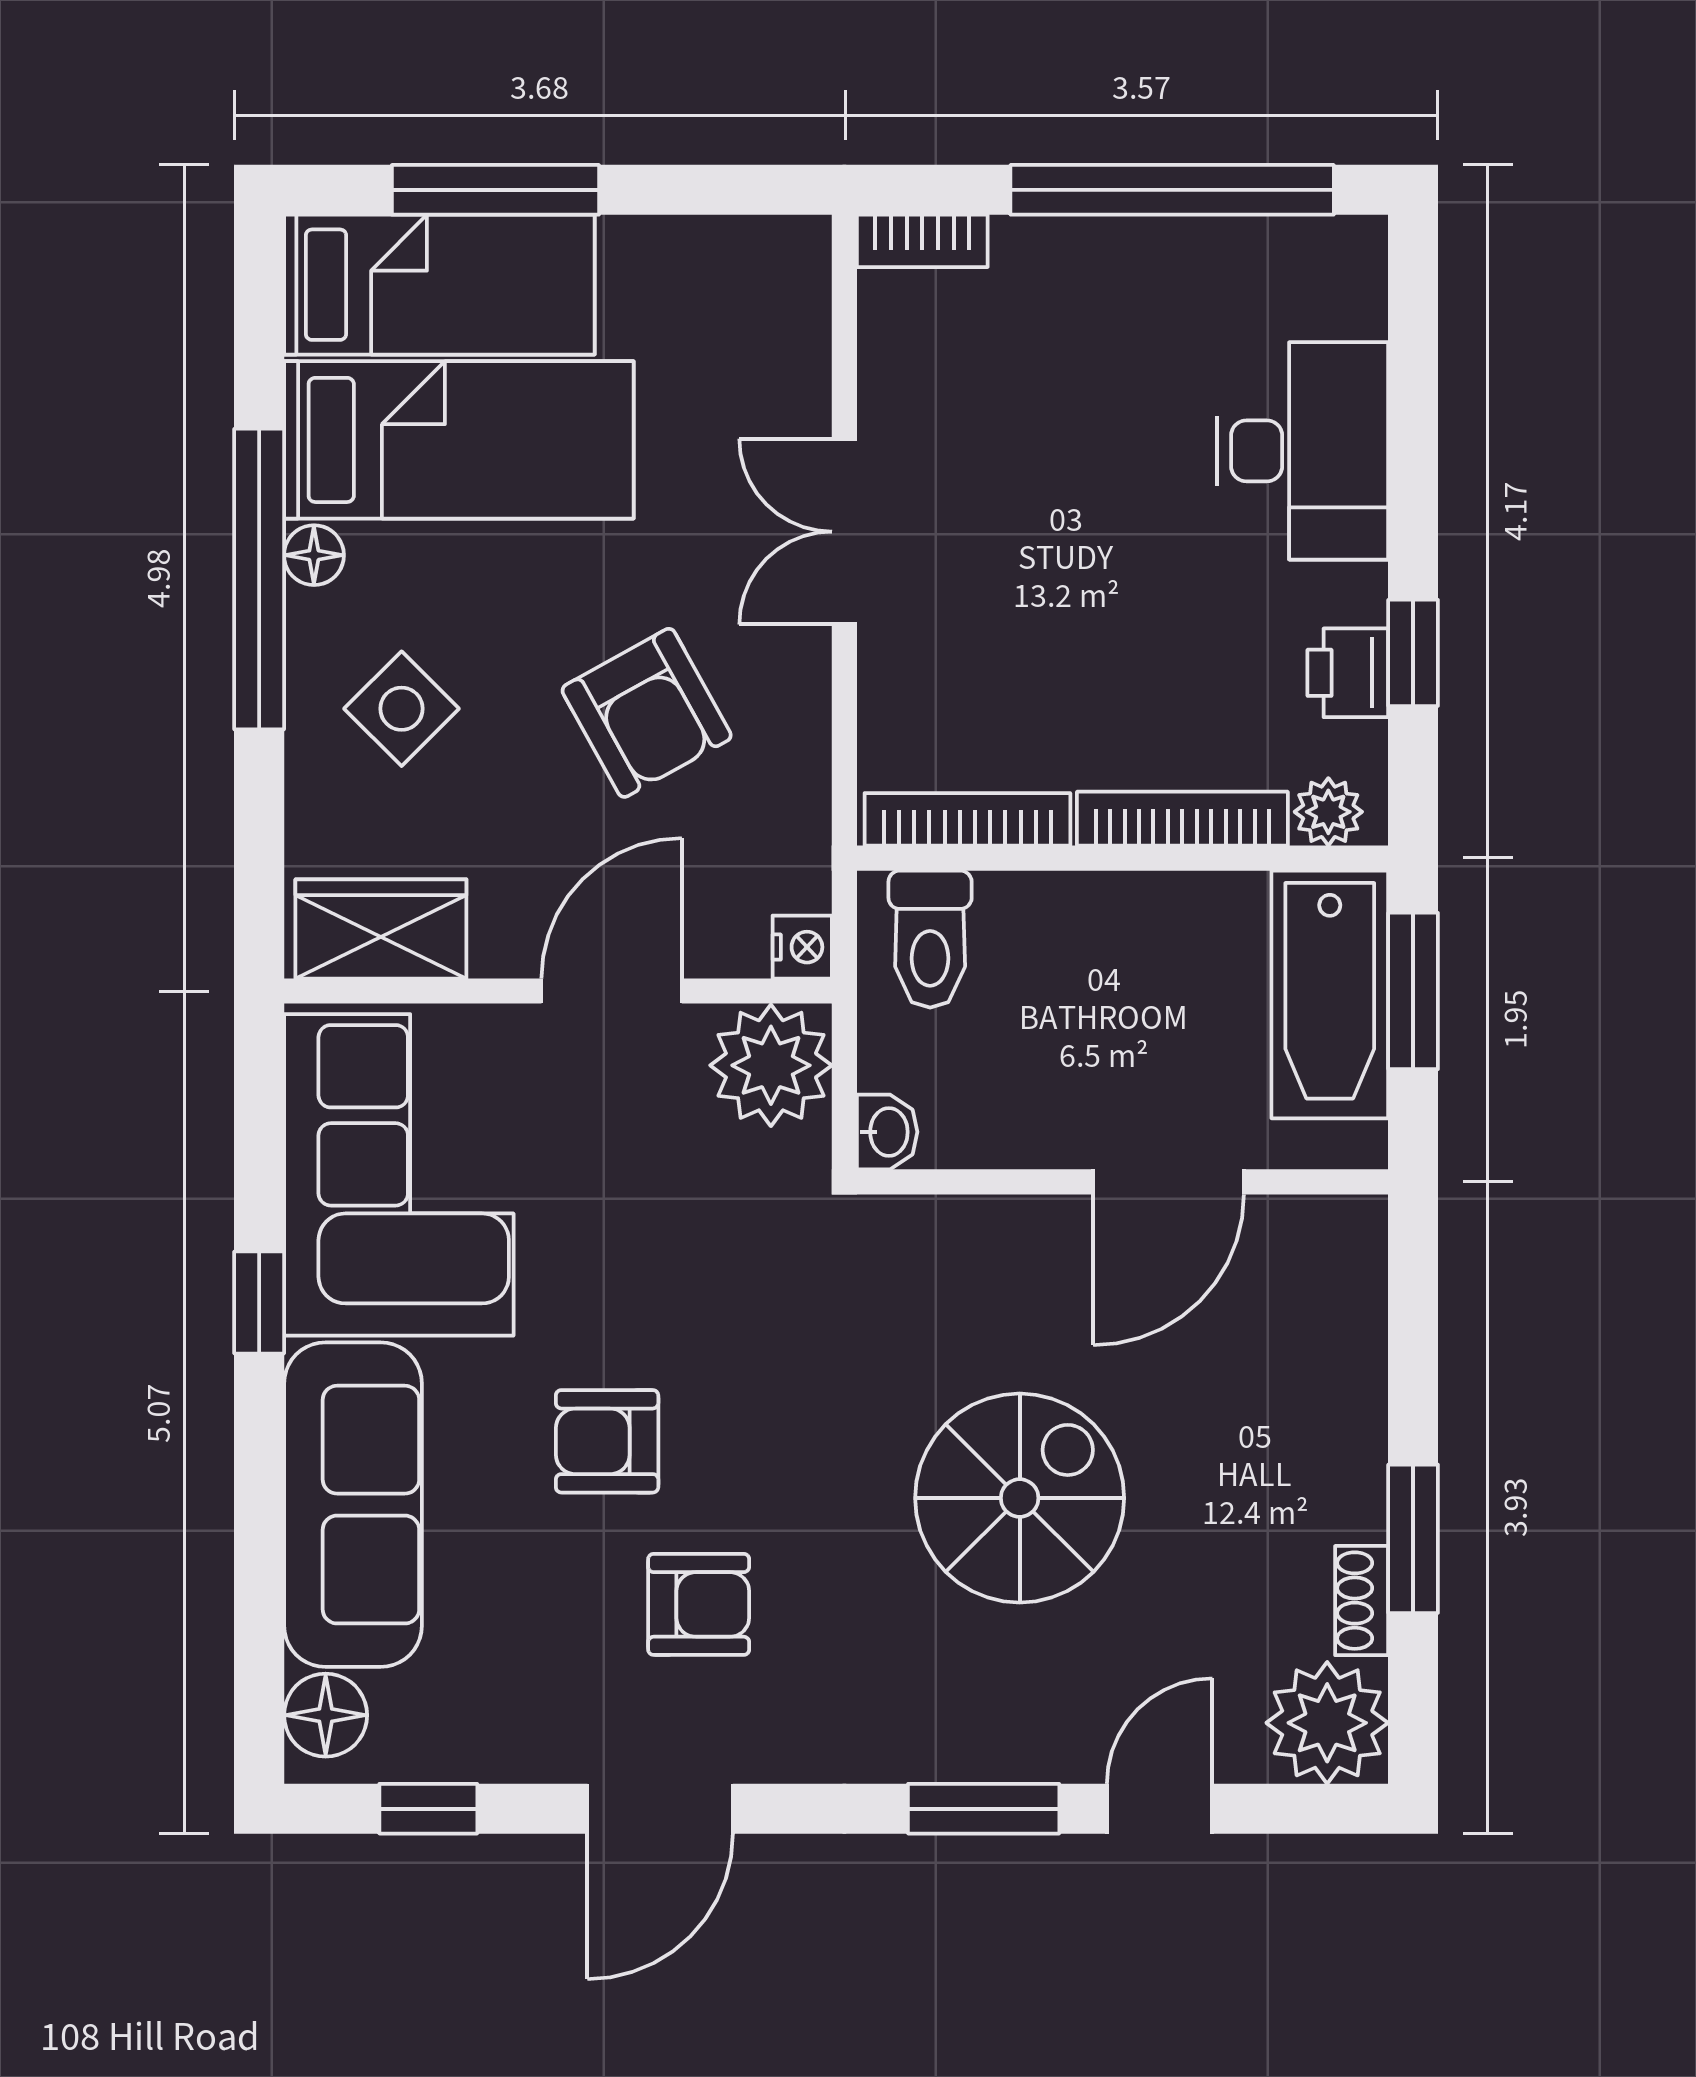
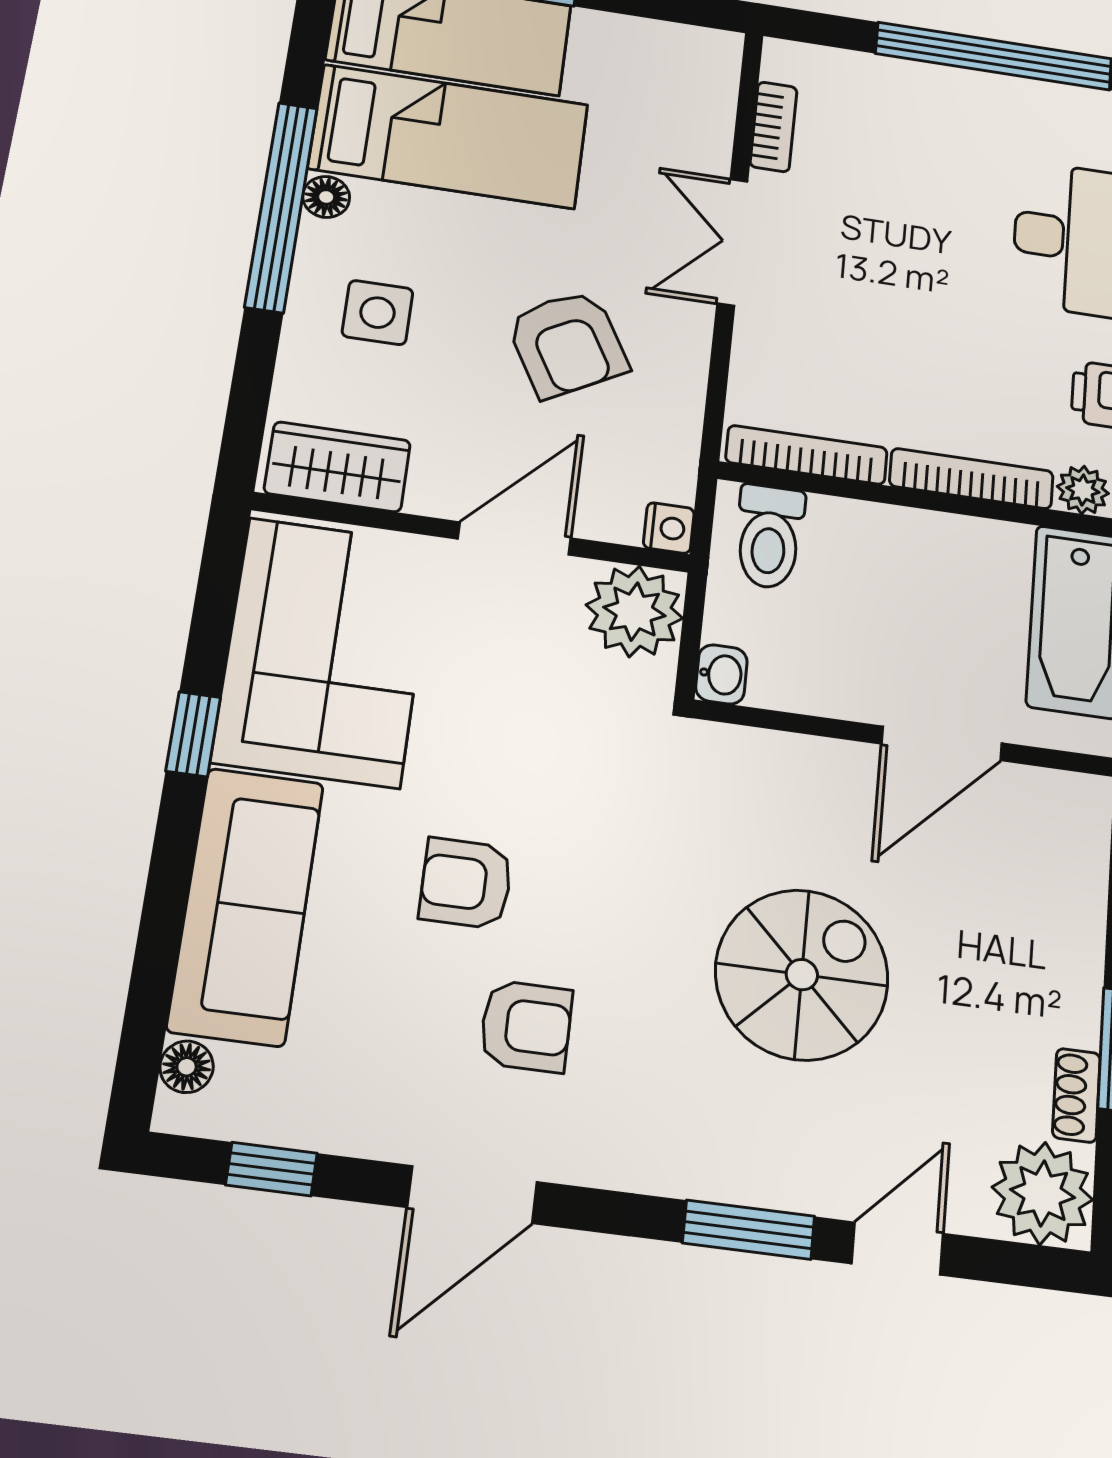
bookcase: (922, 241) -> (774, 127), moved, turned -90
side table: (402, 709) -> (378, 313), turned 45
floor lamp: (326, 1715) -> (187, 1067), width x0.73, depth x0.73

